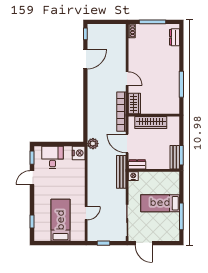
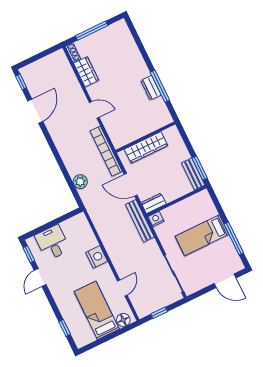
dresser: (174, 37) -> (151, 88), moved
wardrobe: (134, 103) -> (86, 72), moved
plant: (93, 144) -> (80, 182), moved
nightstand: (79, 153) -> (97, 257), moved
floor lamp: (76, 236) -> (123, 320), added
door: (144, 243) -> (225, 281), moved

